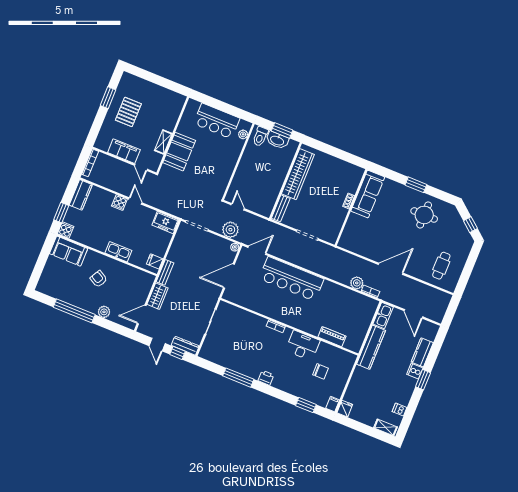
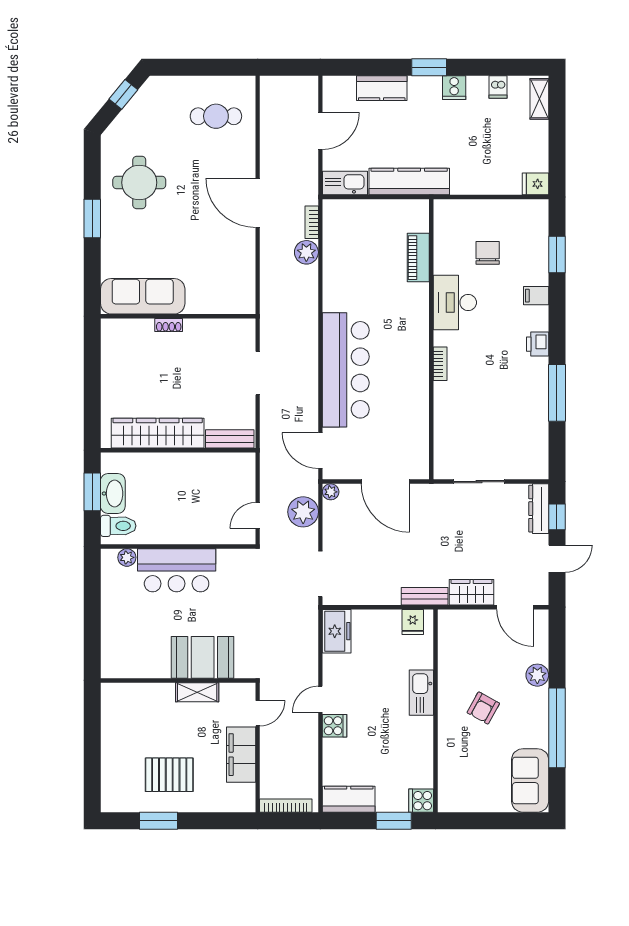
bar counter: (217, 121) -> (177, 570), moved, turned 90
sofa: (69, 251) -> (530, 780), moved, turned 180
cooker: (415, 371) -> (454, 88), moved
filing cabinet: (333, 404) -> (536, 296), moved

